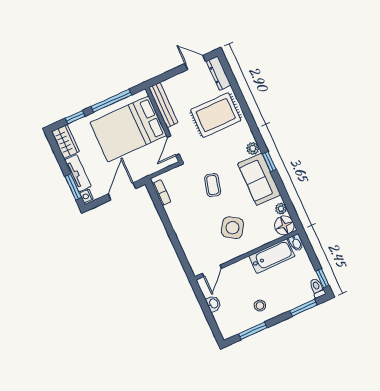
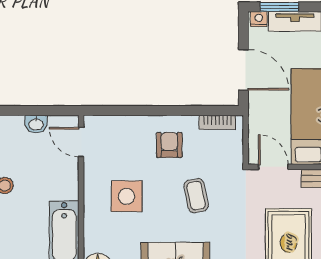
coffee table: (213, 185) -> (196, 196), turned 64
armchair: (189, 216) -> (169, 145), added
side table: (233, 228) -> (127, 196), turned -33

